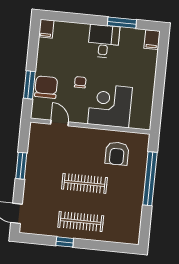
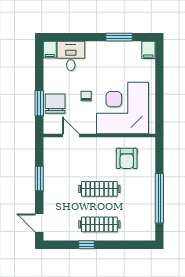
desk: (104, 41) -> (71, 56), moved
corner desk: (110, 106) -> (123, 108), width x1.36, depth x1.36
window: (150, 179) -> (159, 198), moved

